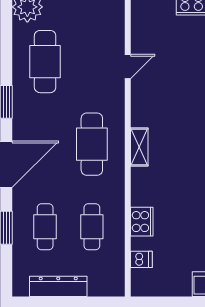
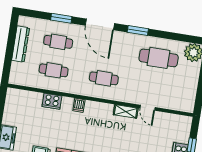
cafe table: (92, 144) -> (104, 78), width x0.73, depth x0.74
shelving: (139, 147) -> (126, 111), moved
dishwasher: (141, 259) -> (79, 105), moved

